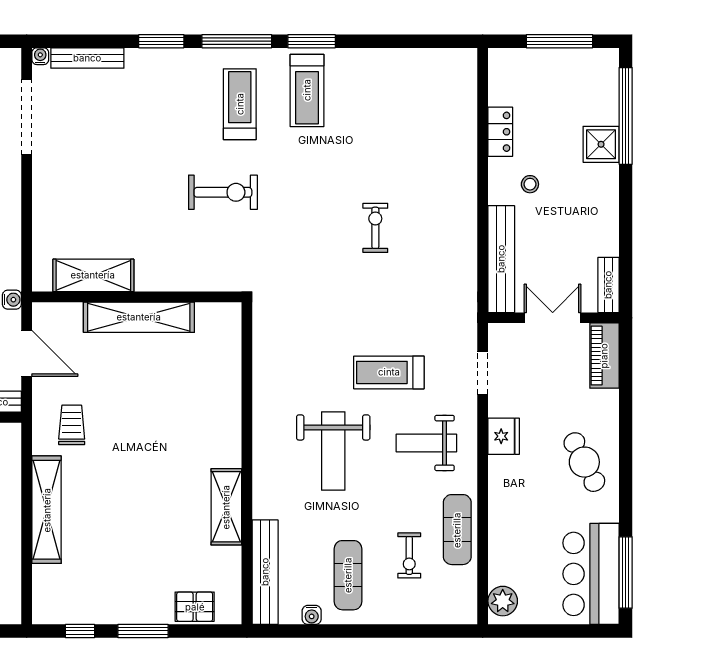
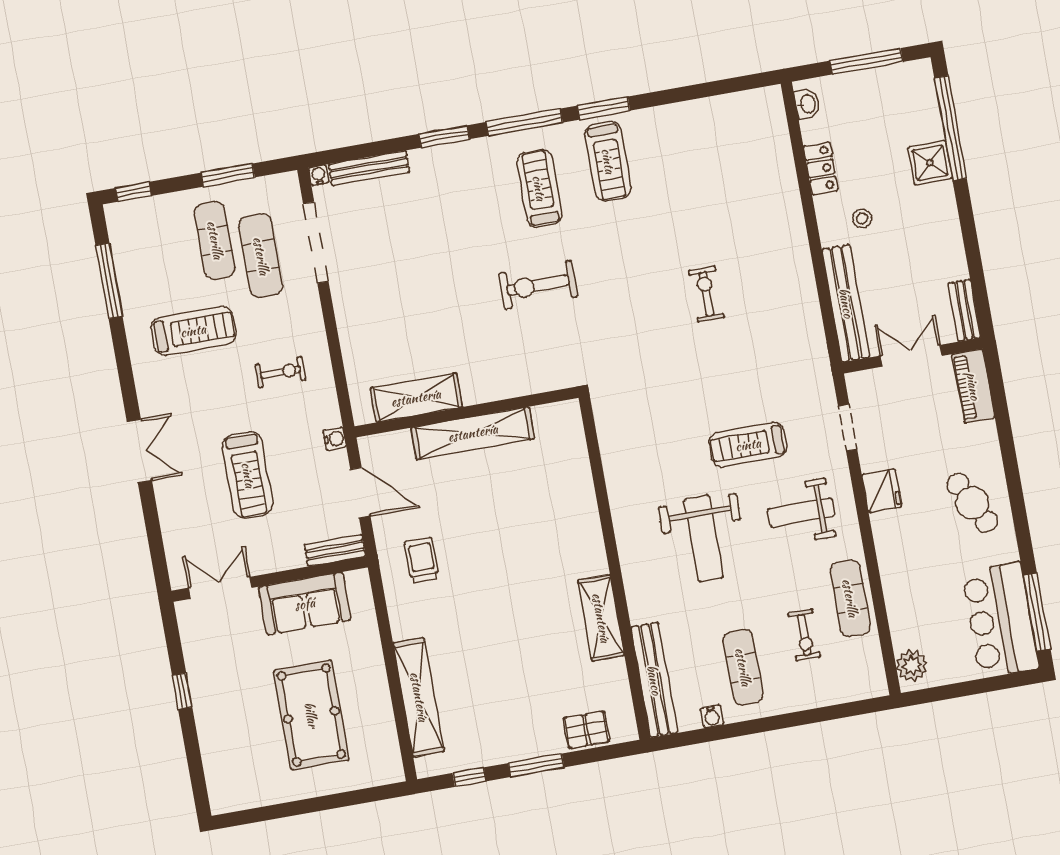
washbasin: (499, 71) -> (807, 104), added
exercise bike: (223, 192) -> (538, 285), turned 180
shelving: (47, 510) -> (419, 697), moved

